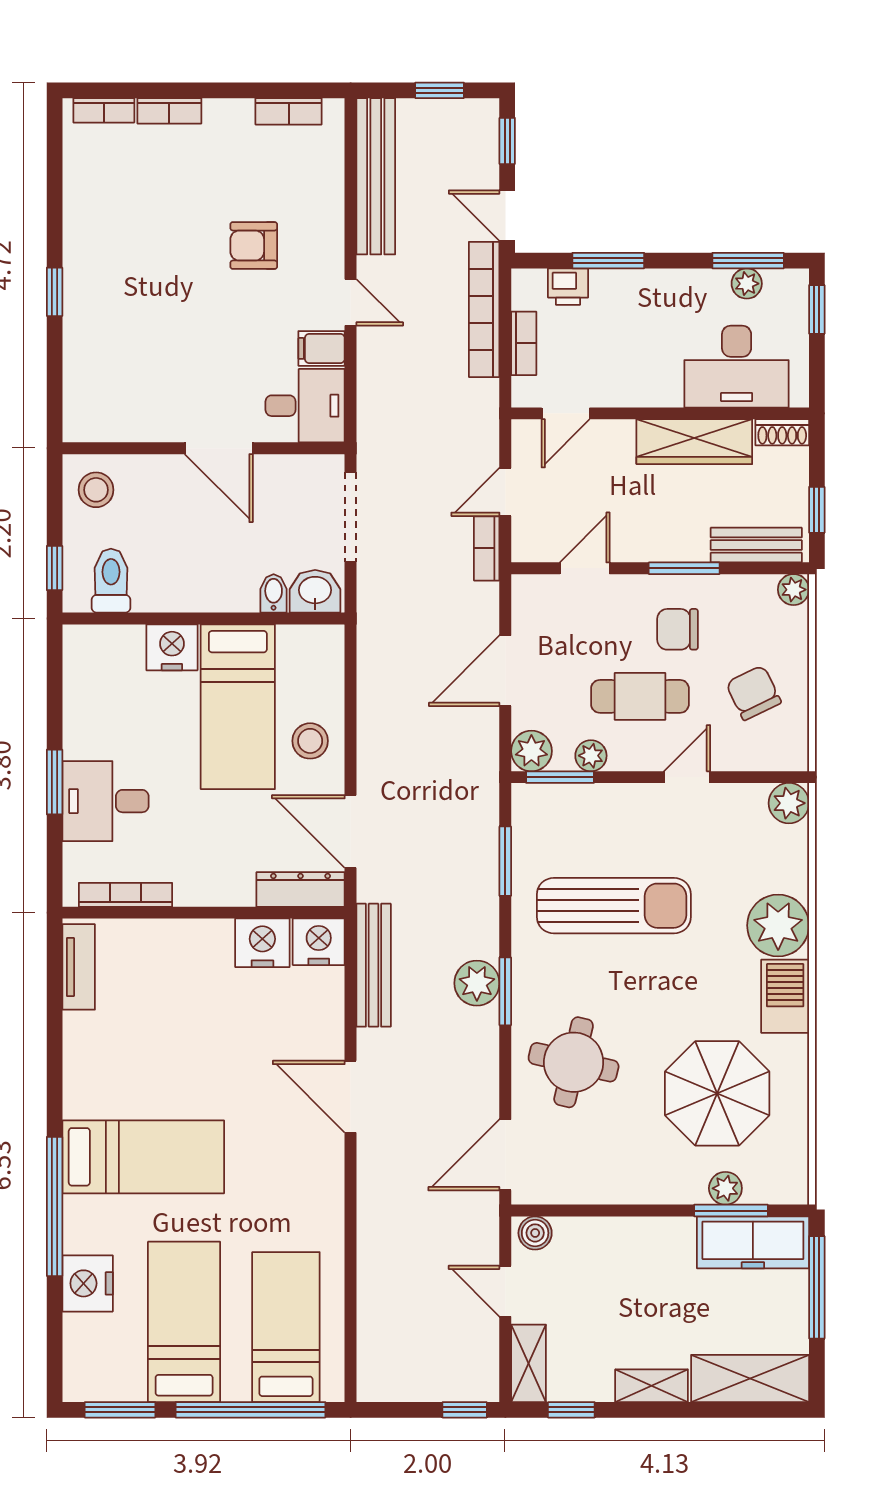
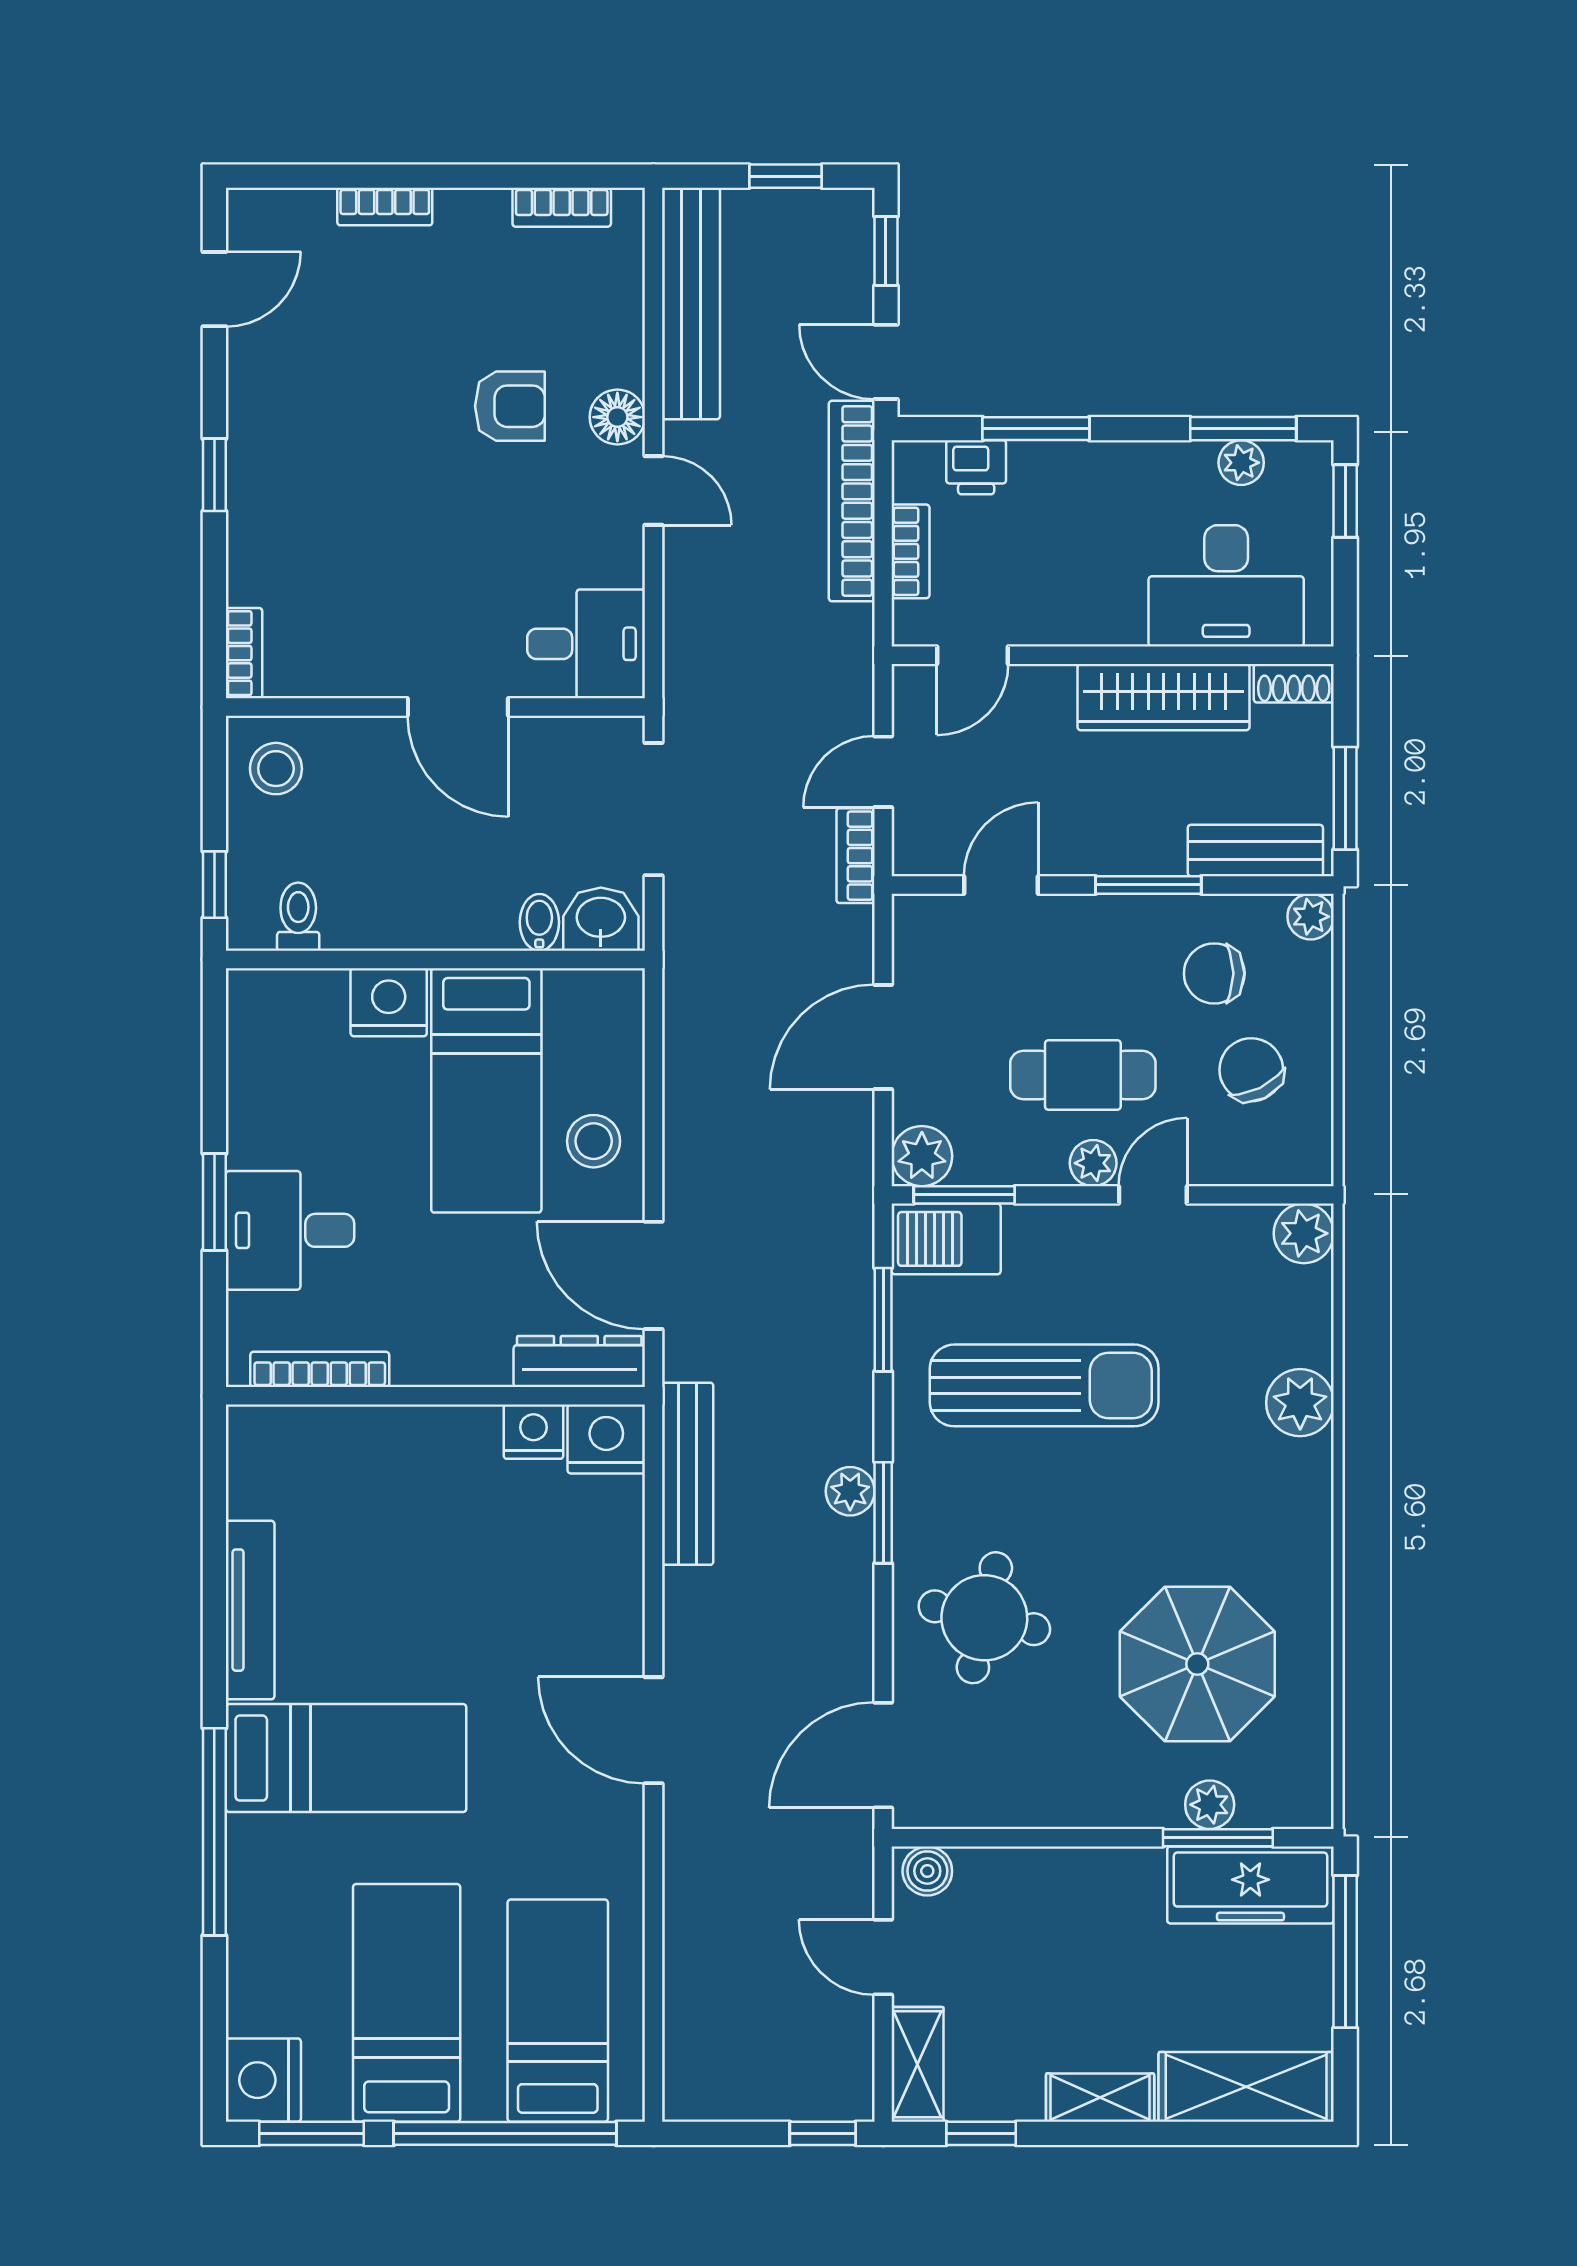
bookcase: (104, 110) -> (244, 653), moved, turned -90
door: (55, 167) -> (214, 289), added
armchair: (254, 246) -> (510, 406), turned 180
floor lamp: (326, 253) -> (617, 417), added
filing cabinet: (322, 348) -> (611, 559), removed
window: (817, 510) -> (1345, 798), width x1.50
toilet: (111, 581) -> (298, 917), width x0.73, depth x0.72
chair: (678, 629) -> (1214, 973), moved
plant: (591, 756) -> (1093, 1163), moved
plant: (778, 925) -> (1300, 1403), width x0.73, depth x0.73
nightstand: (262, 943) -> (533, 1432), width x0.74, depth x0.75
tv unit: (79, 967) -> (250, 1610), moved, width x1.41
plant: (477, 983) -> (850, 1491), width x0.73, depth x0.73
barbecue: (785, 996) -> (946, 1239), moved, turned -90
door: (351, 1097) -> (654, 1730), moved
nightstand: (88, 1283) -> (263, 2080), moved

